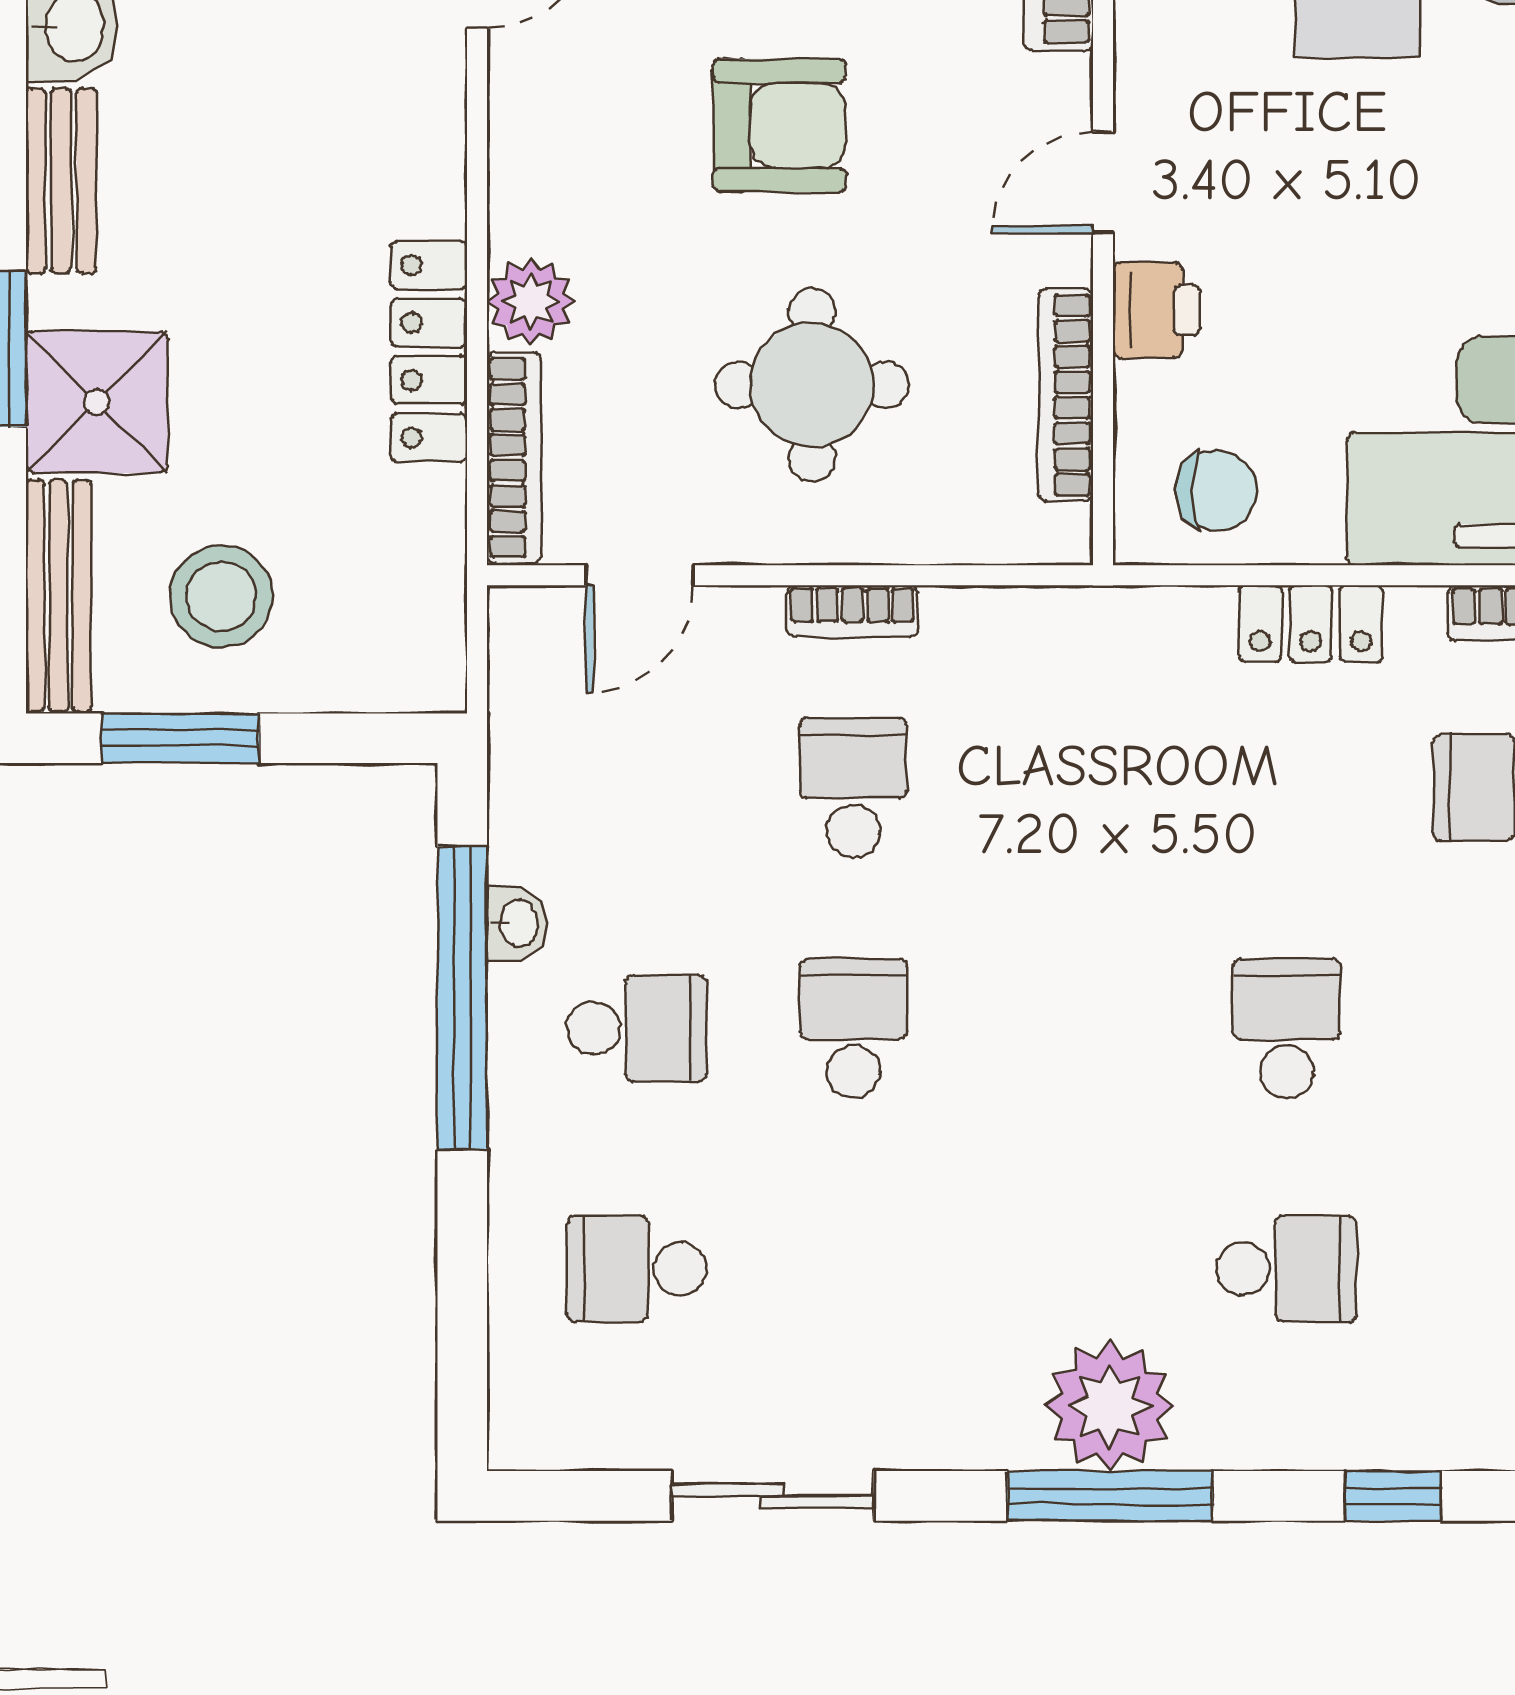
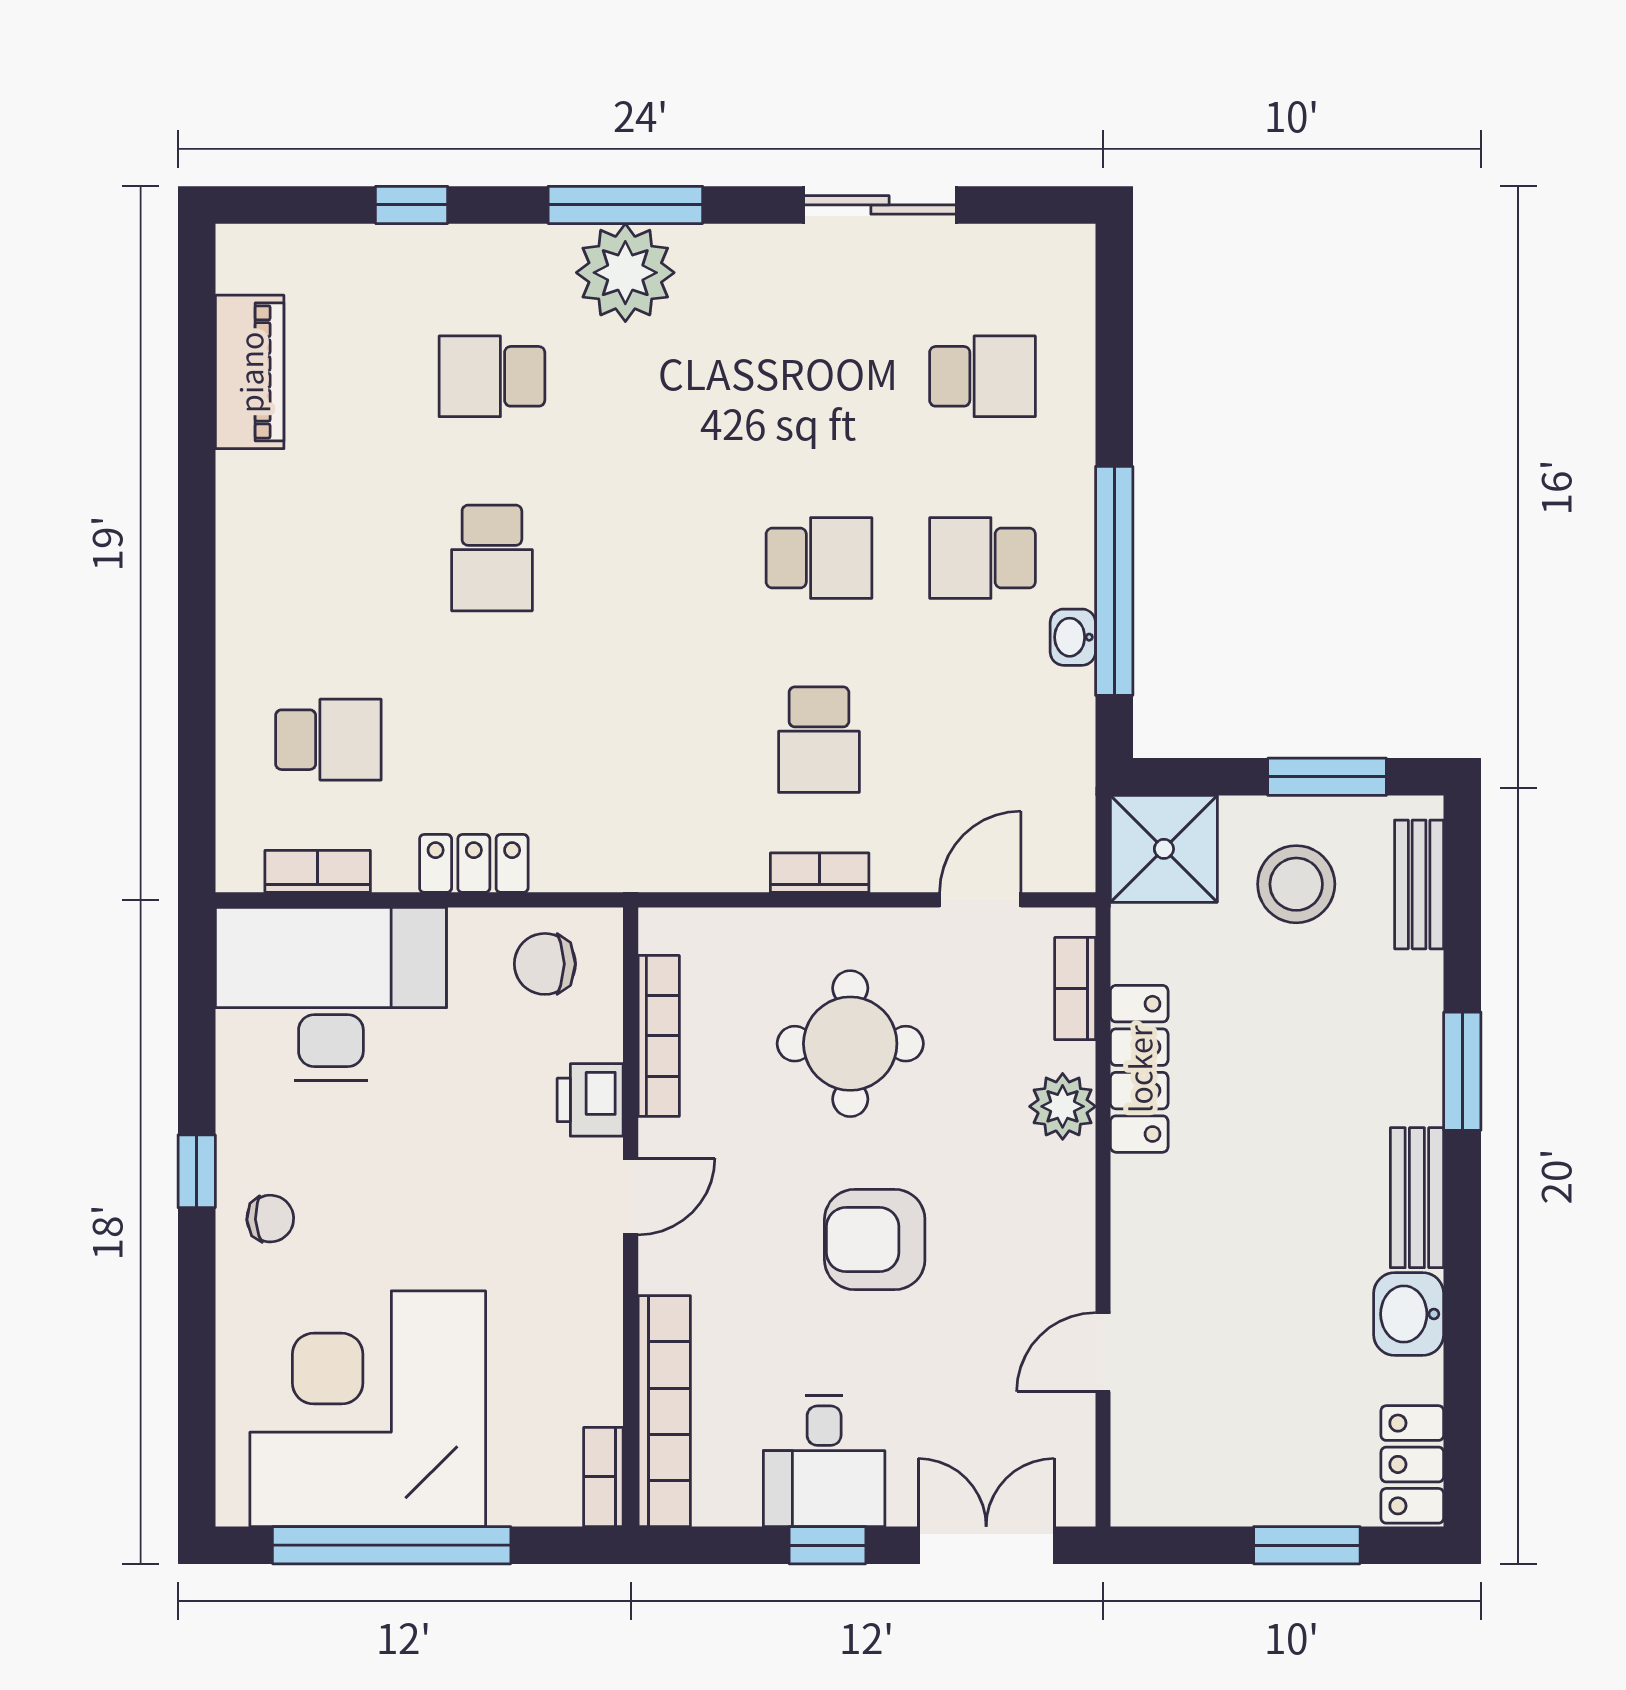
shower: (97, 402) -> (1164, 849), moved
bookcase: (514, 458) -> (1075, 989), width x0.64
bench: (58, 596) -> (1419, 884), width x0.73
school desk: (853, 1028) -> (819, 558), turned -90

